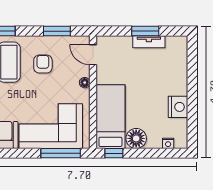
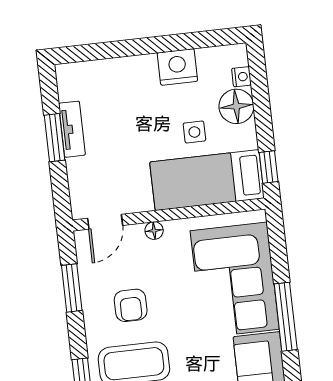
armchair: (43, 64) -> (131, 305), turned -90
side table: (139, 112) -> (194, 132), added
floor lamp: (136, 138) -> (236, 106), moved
window: (61, 153) -> (286, 317), moved

